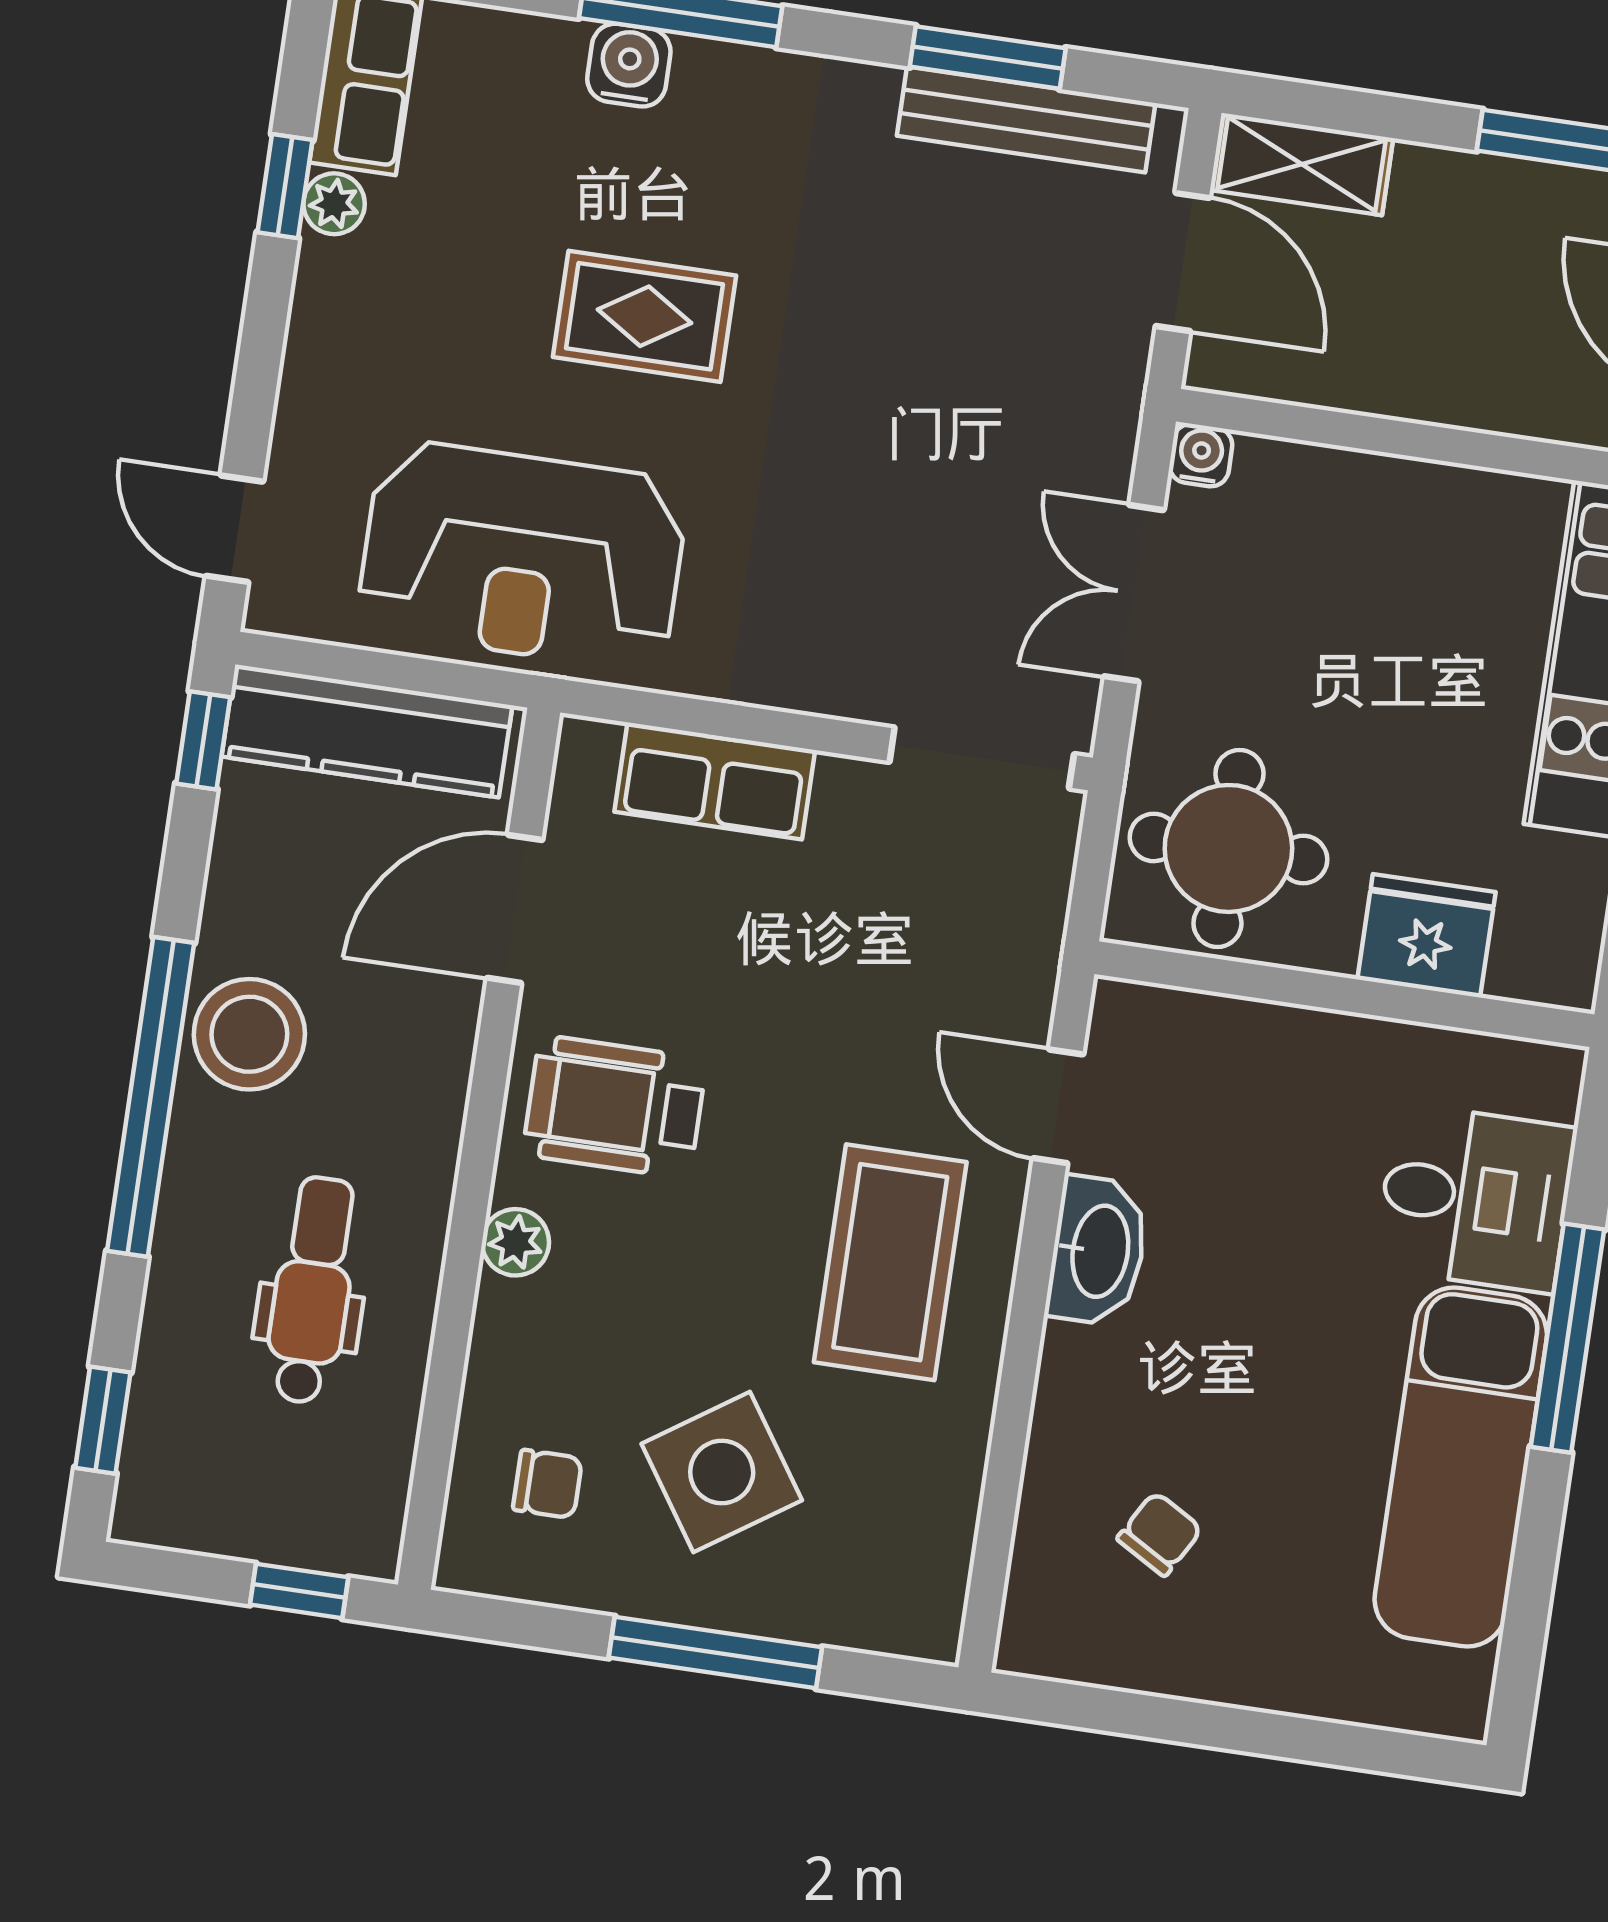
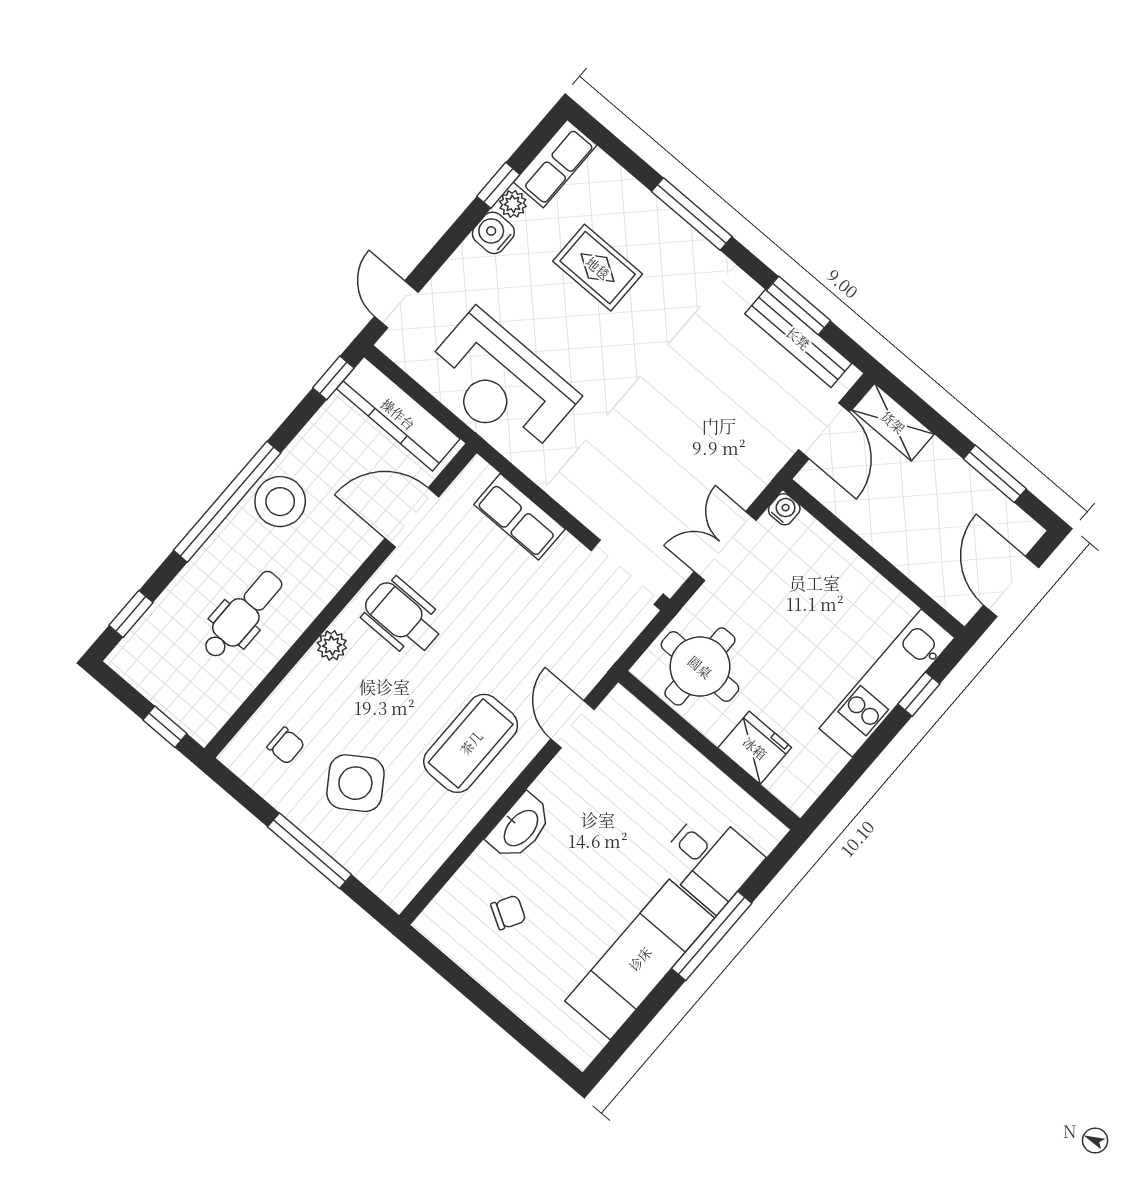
water cooler: (629, 65) -> (493, 233), moved, turned -90
rug: (644, 316) -> (598, 268), moved
washbasin: (1098, 1251) -> (520, 827), moved

